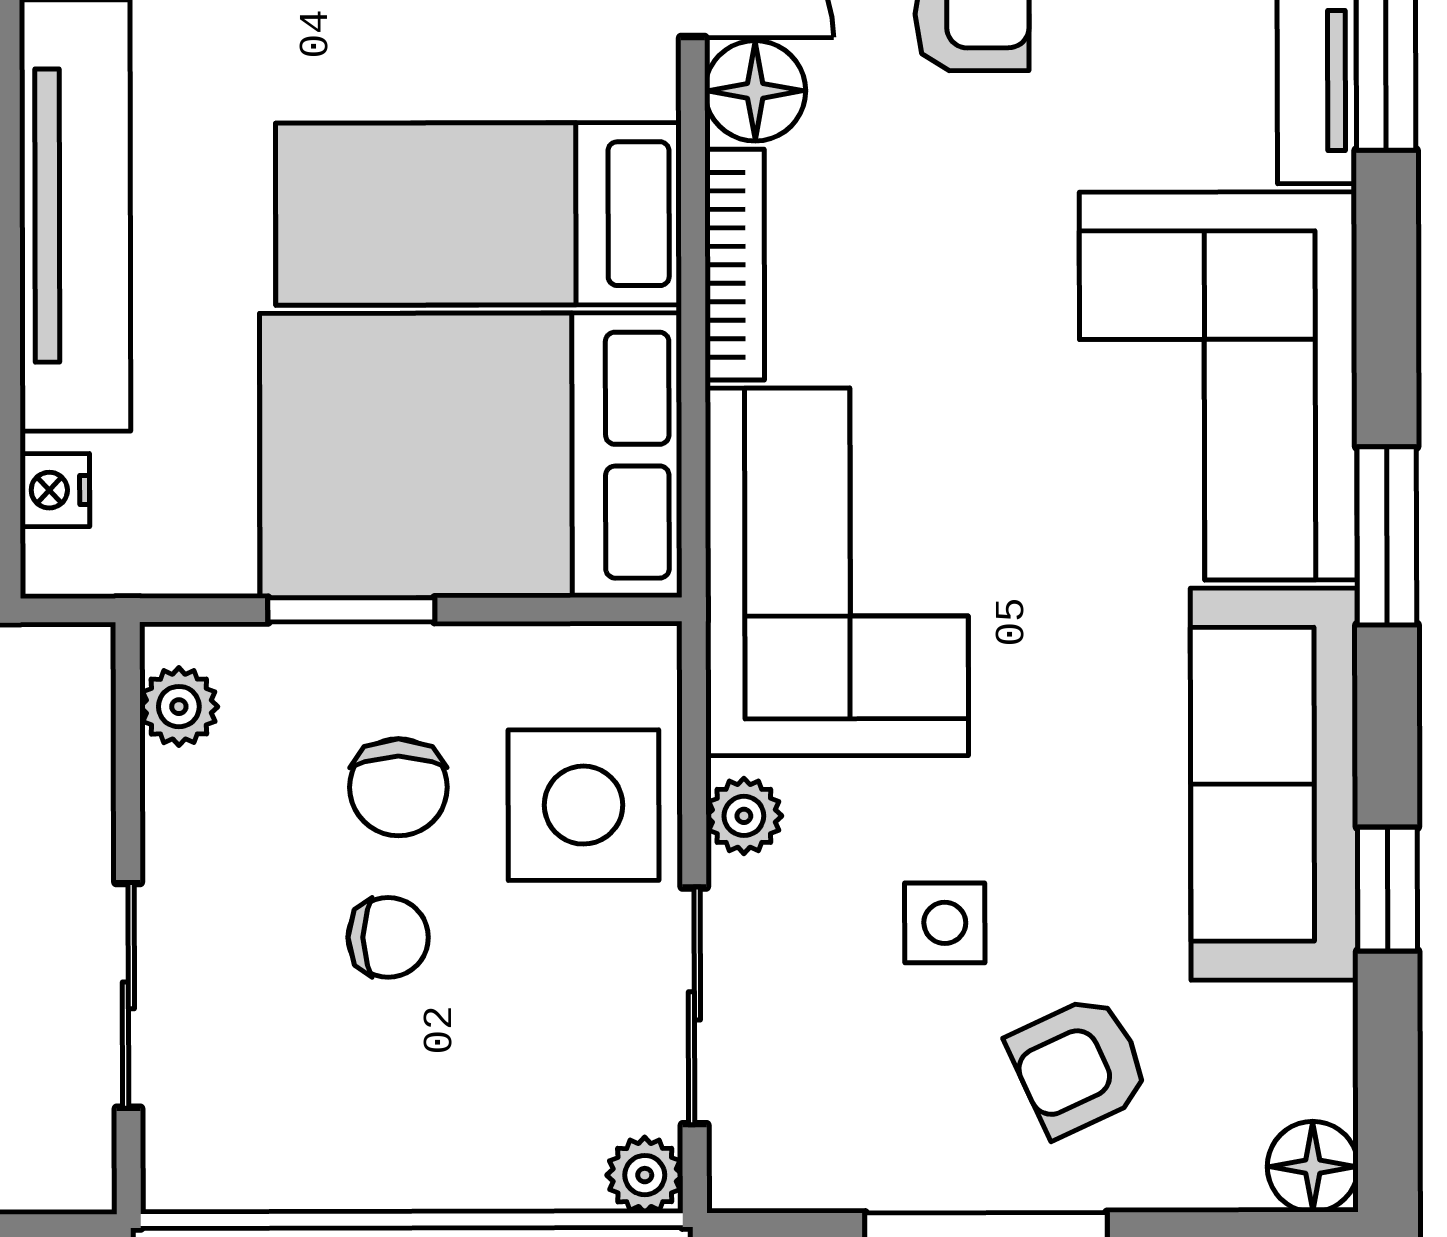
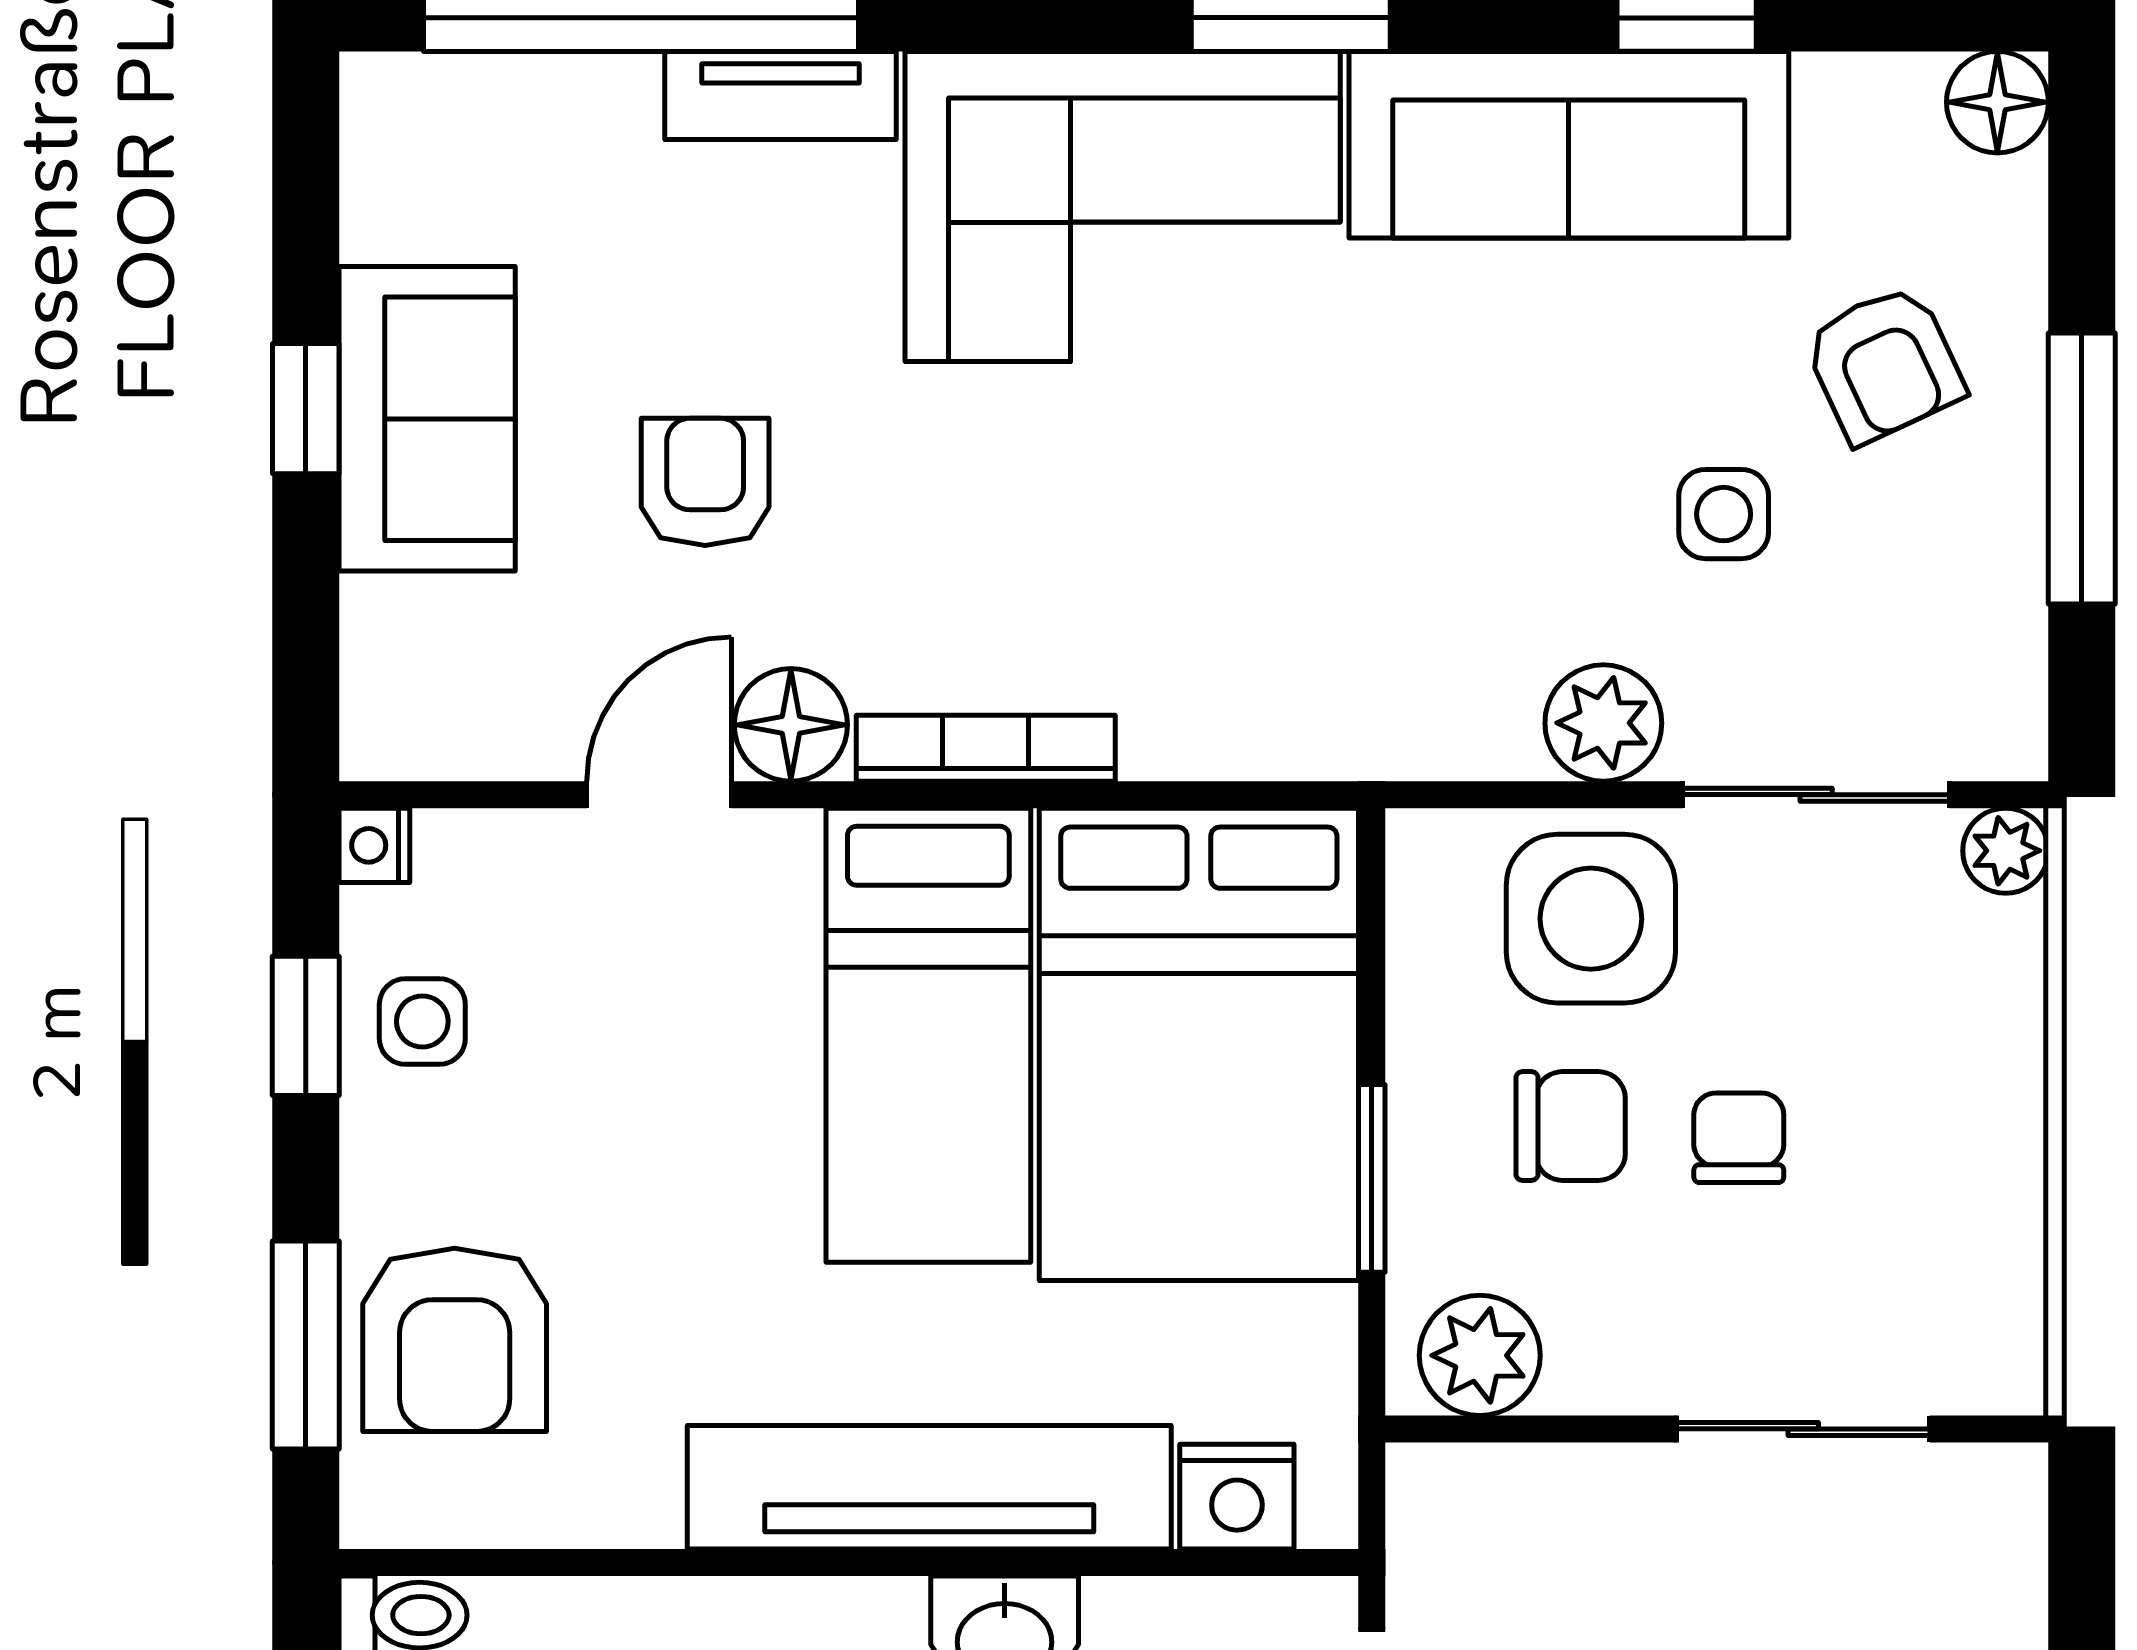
nightstand: (55, 490) -> (1237, 1497), width x1.39, depth x1.35
corner sofa: (837, 572) -> (1330, 634), removed
plant: (179, 707) -> (1480, 1355), width x1.38, depth x1.38
plant: (744, 816) -> (1603, 723), width x1.38, depth x1.38

